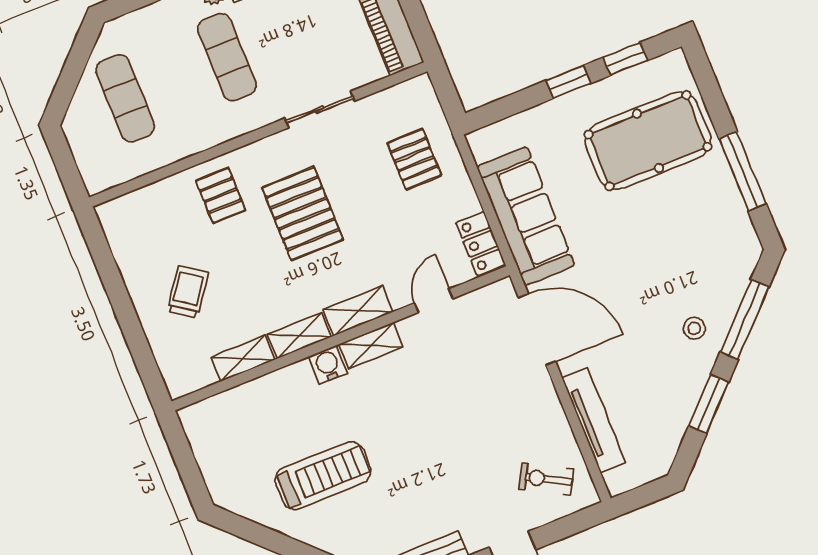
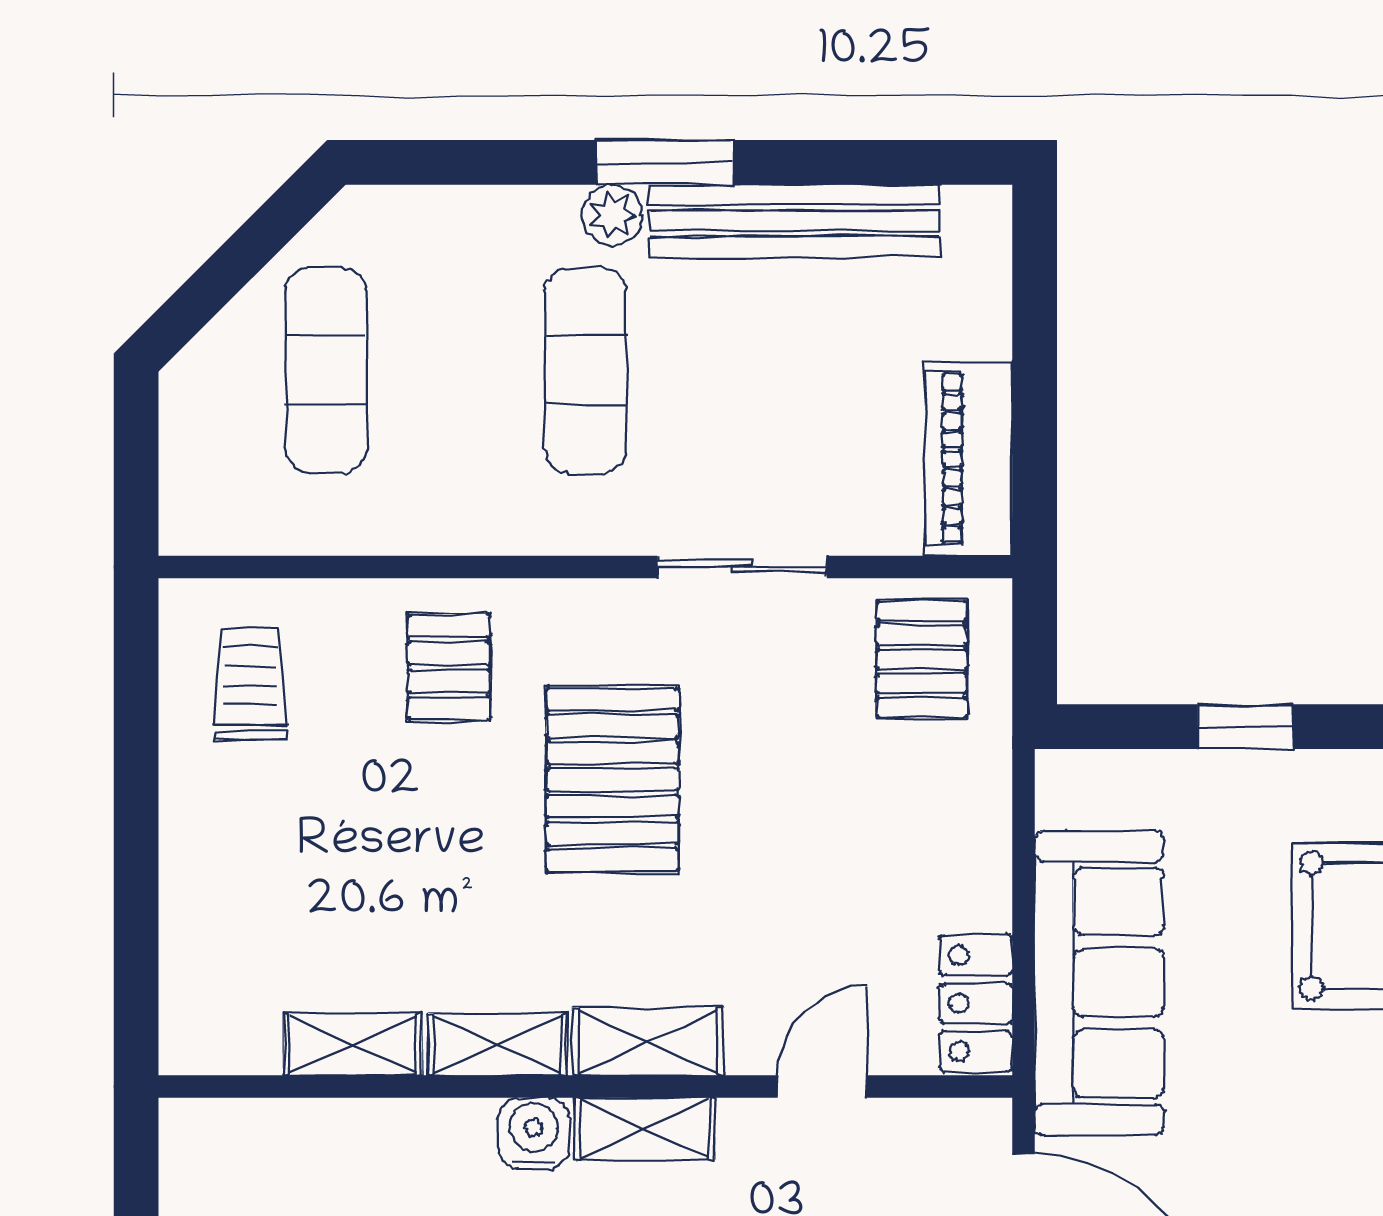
window: (568, 82) -> (1245, 727), moved
pallet: (414, 159) -> (922, 659), moved
trolley: (188, 292) -> (250, 684), moved, turned -35

